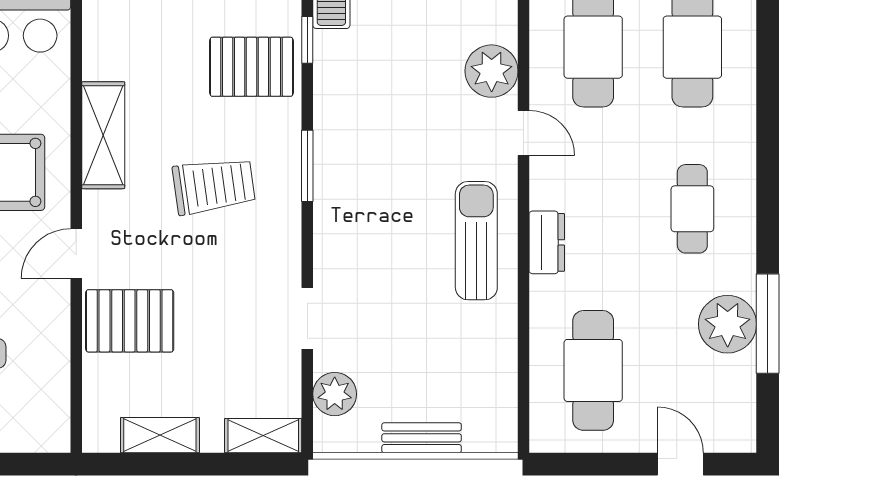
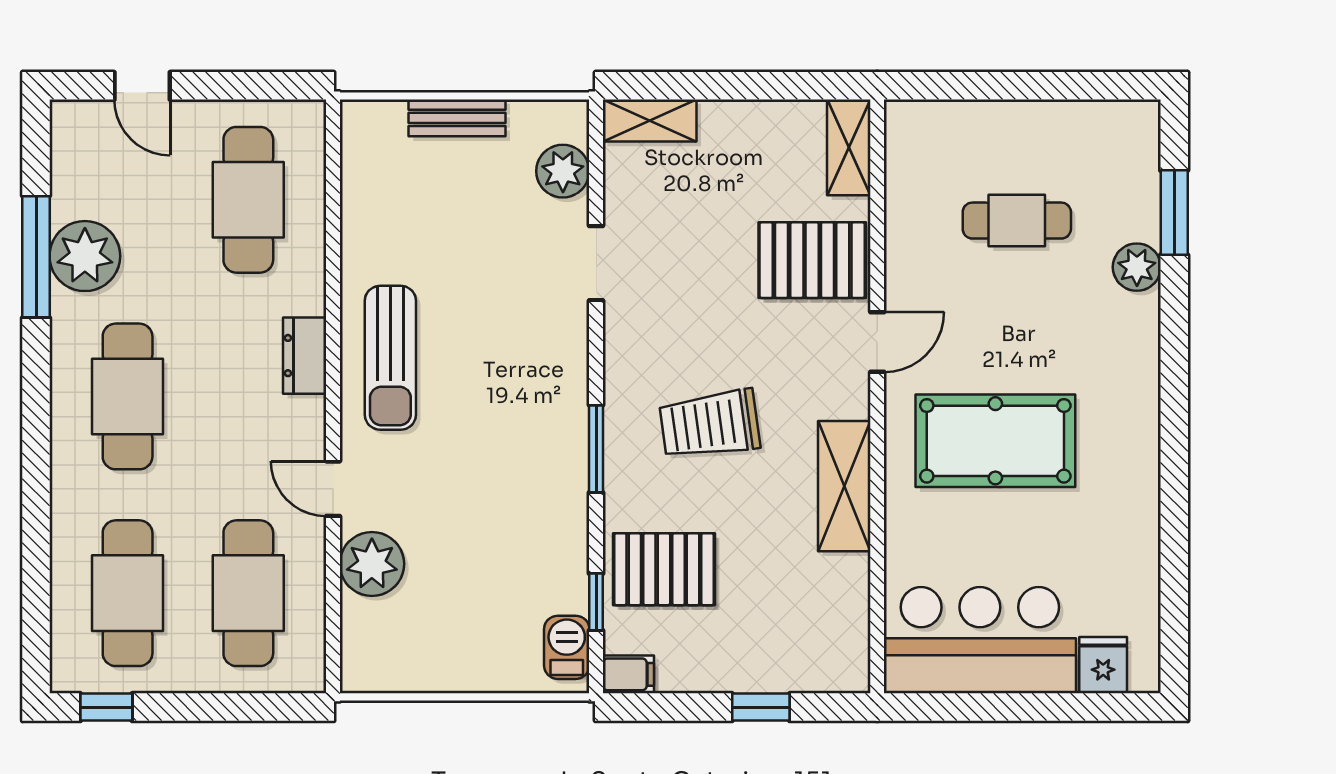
cafe table: (692, 209) -> (128, 396), width x1.37, depth x1.35
shelving: (160, 435) -> (849, 147), moved, turned 90

